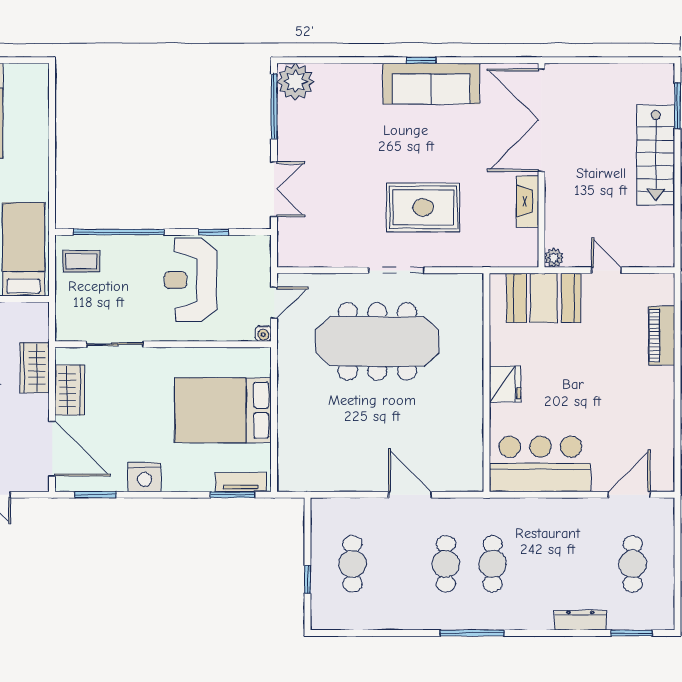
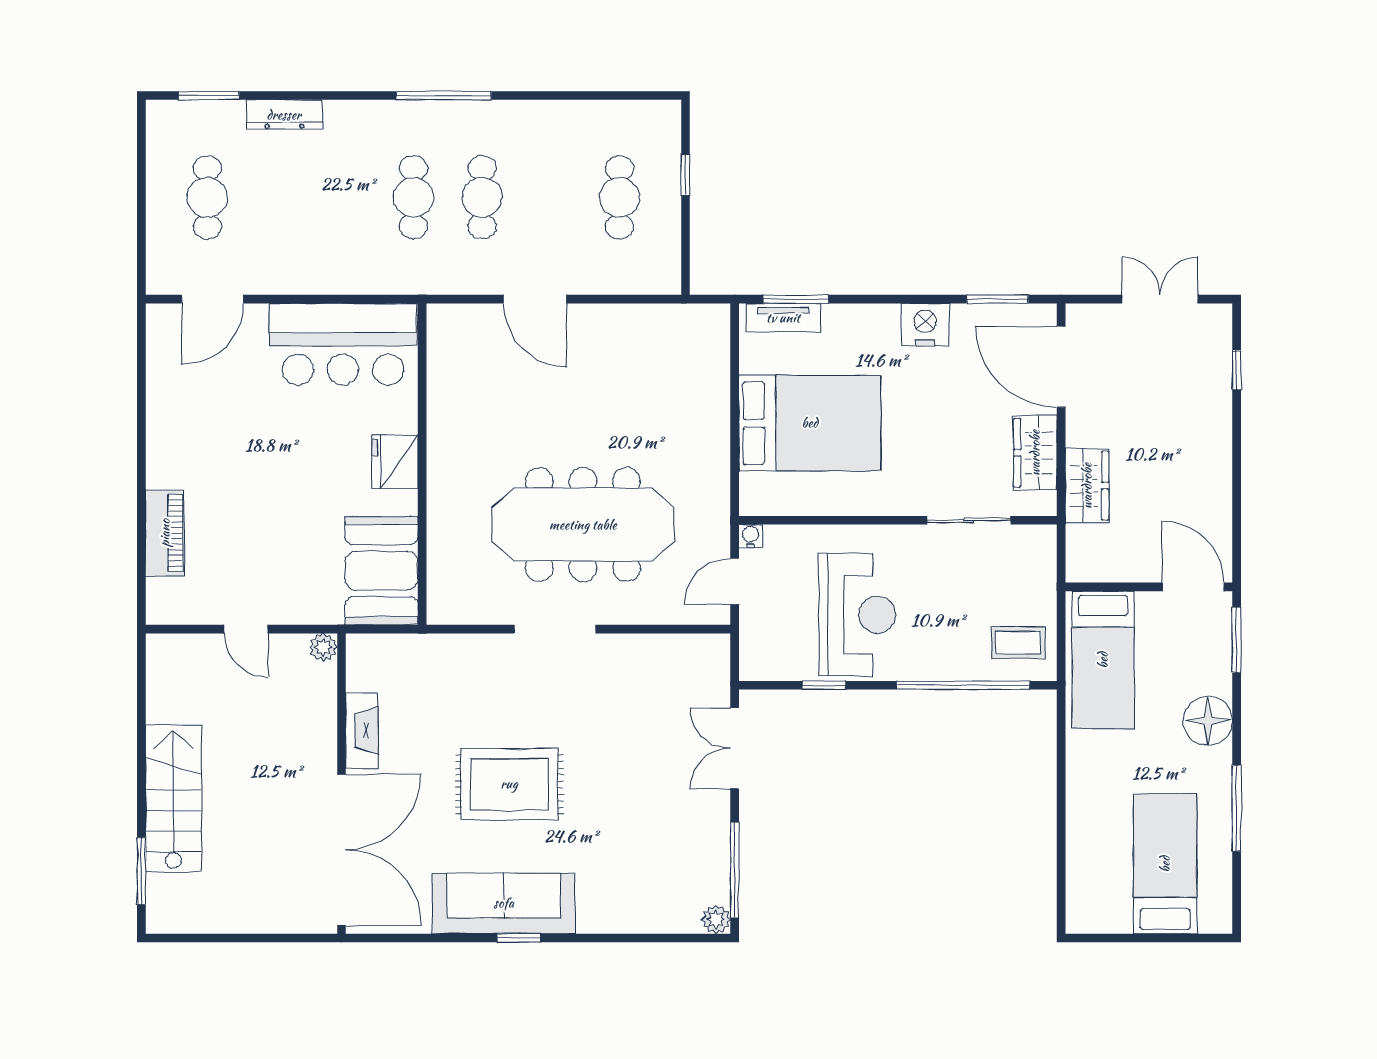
plant: (295, 82) -> (716, 919), width x0.53, depth x0.53
rug: (423, 207) -> (509, 784), moved
booth: (544, 298) -> (382, 571), moved, turned 90

